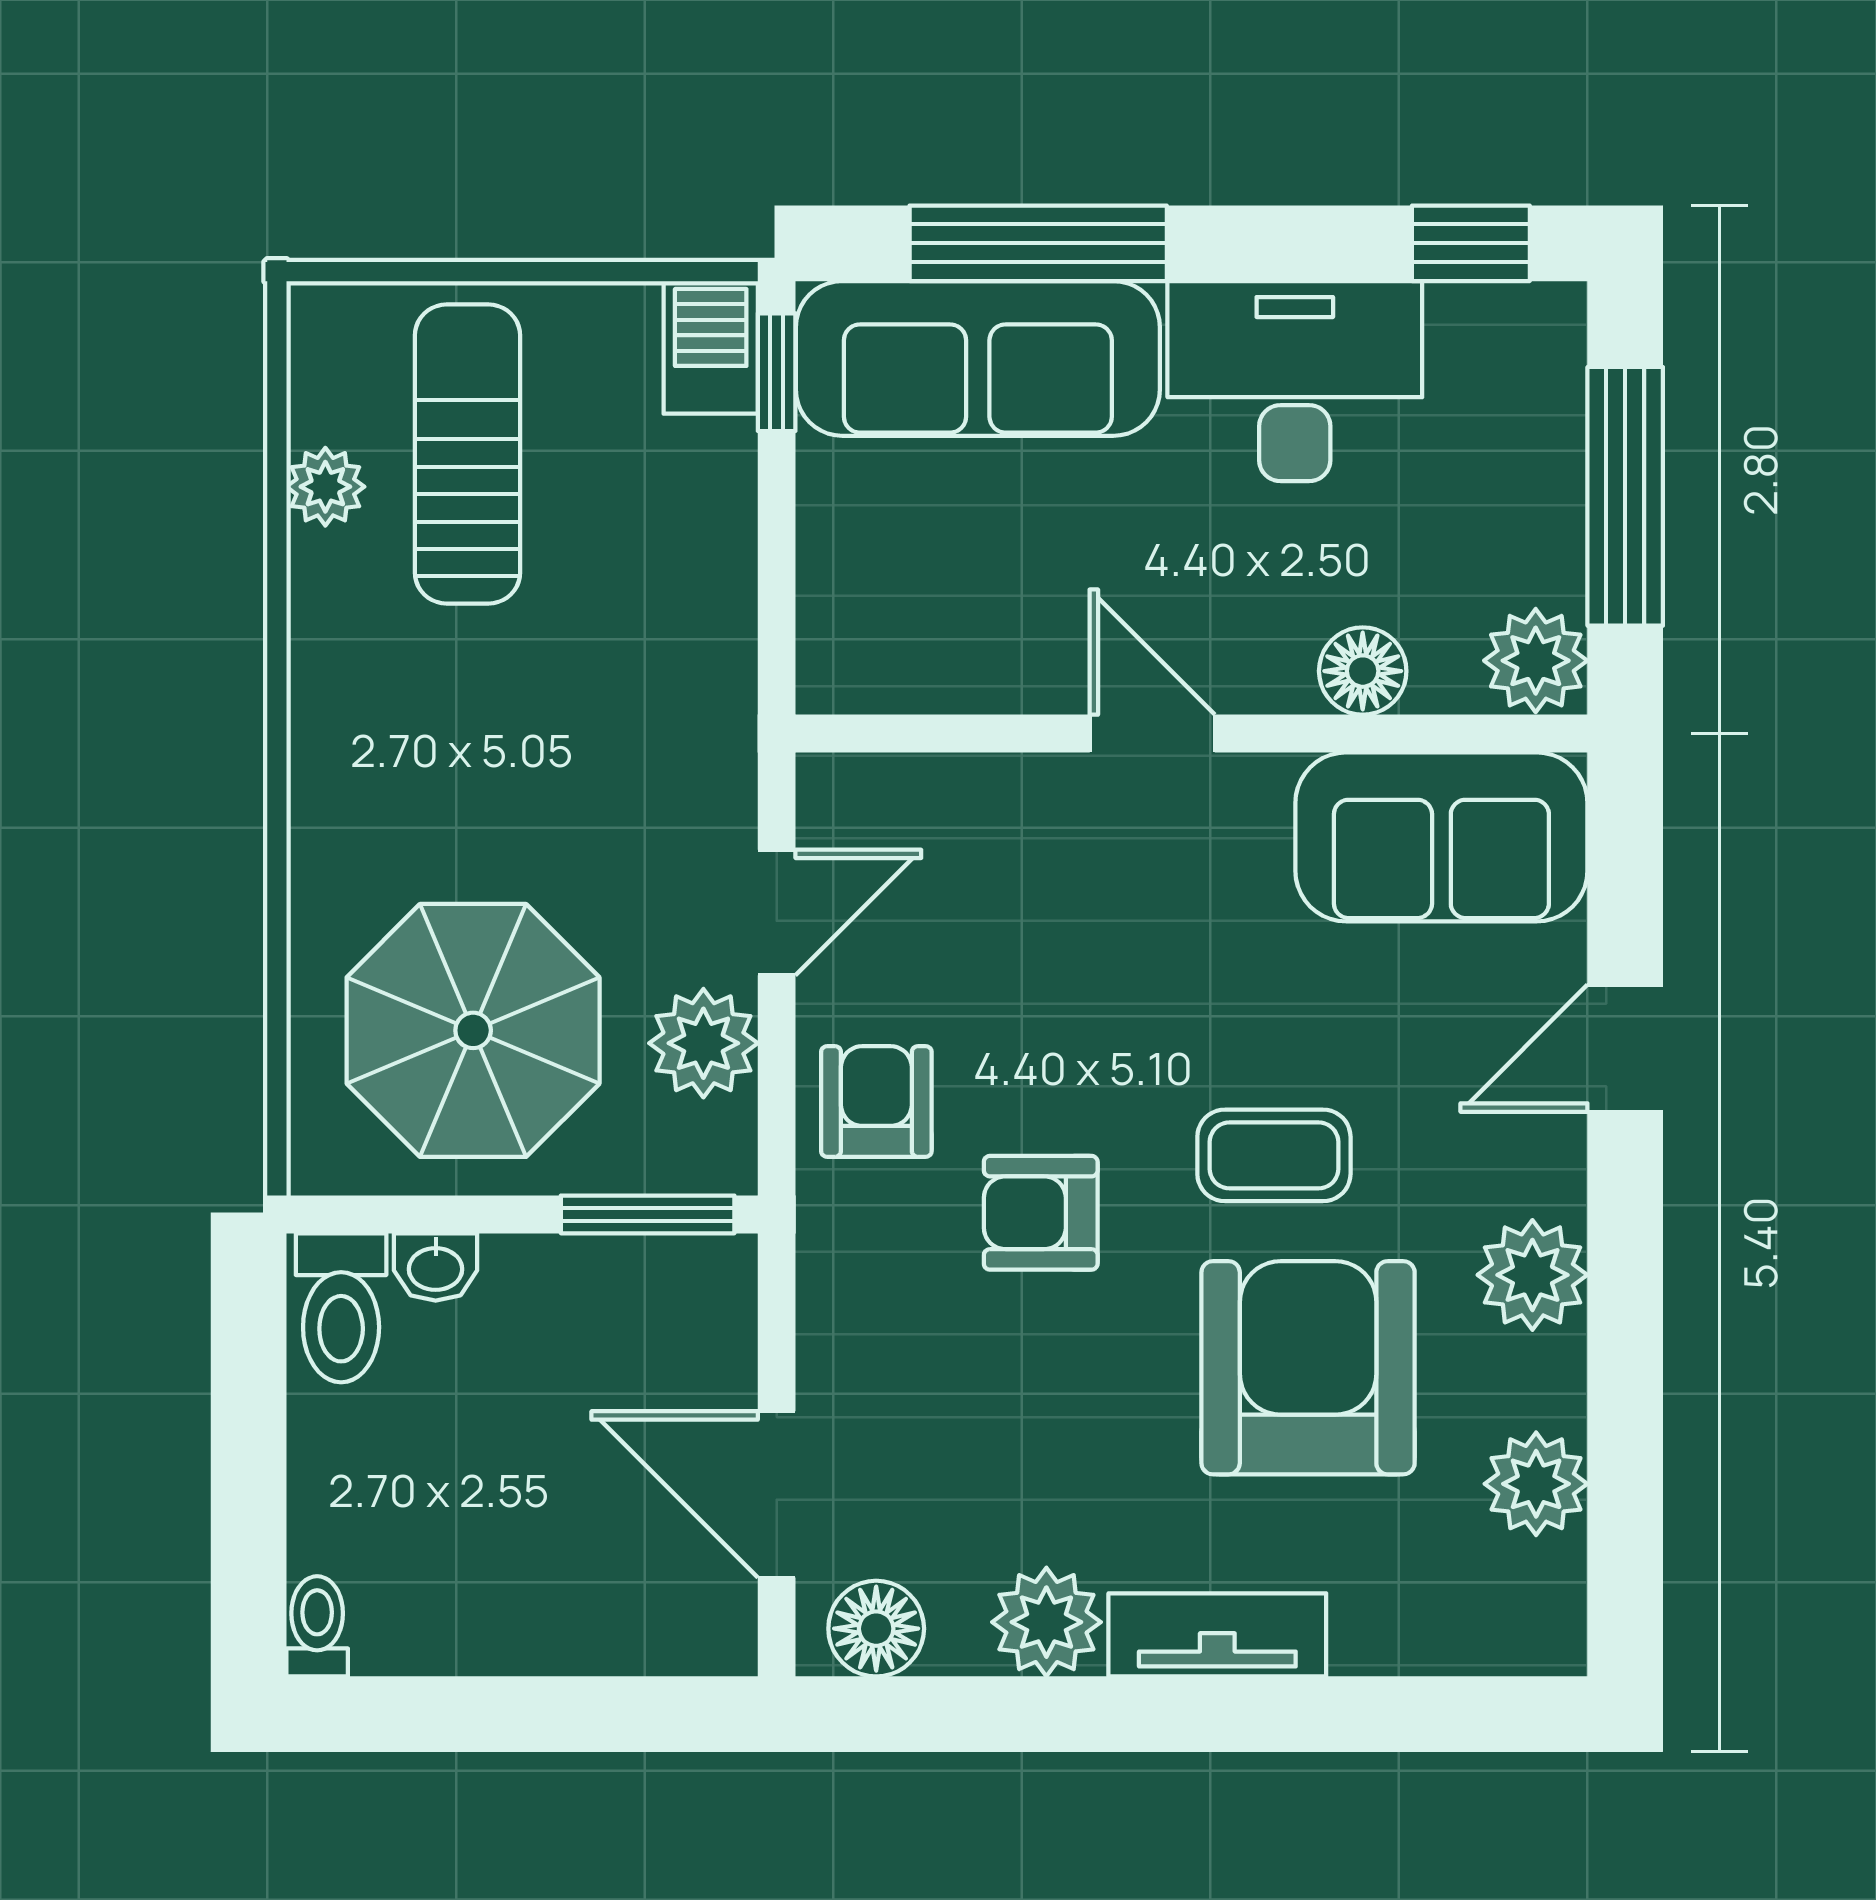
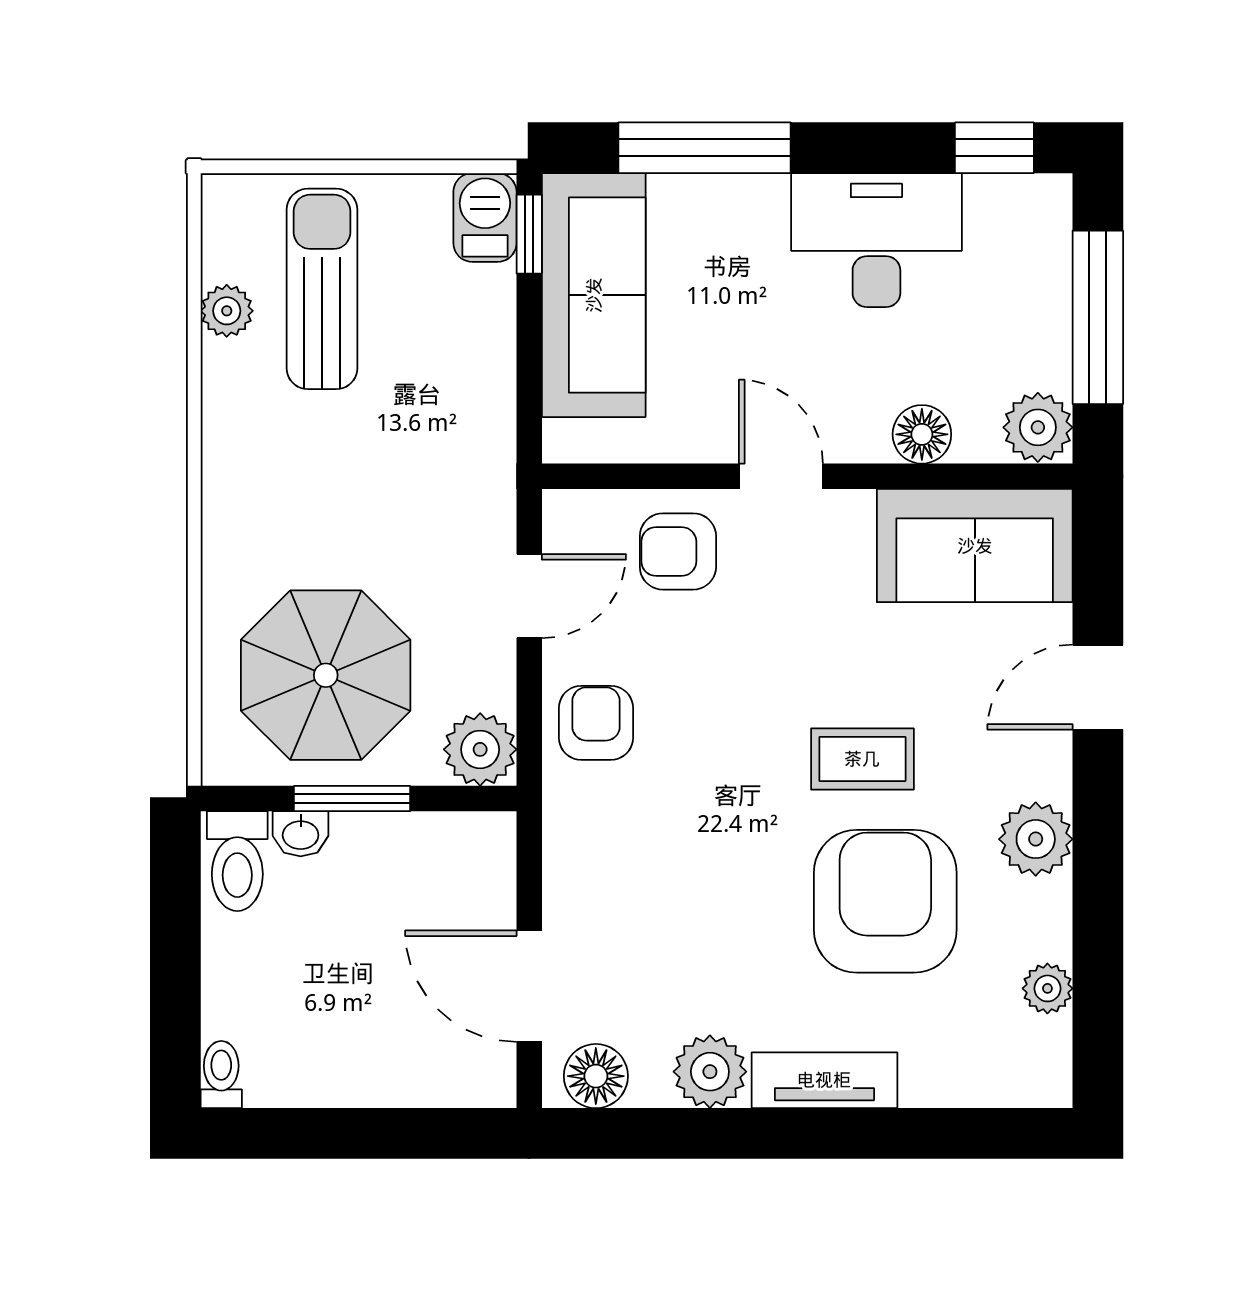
sofa: (978, 358) -> (594, 295), moved, turned -90
plant: (703, 1043) -> (480, 749), moved
armchair: (1041, 1213) -> (678, 551), moved
window: (648, 1214) -> (352, 799), moved
plant: (1536, 1484) -> (1047, 988), width x0.73, depth x0.73

